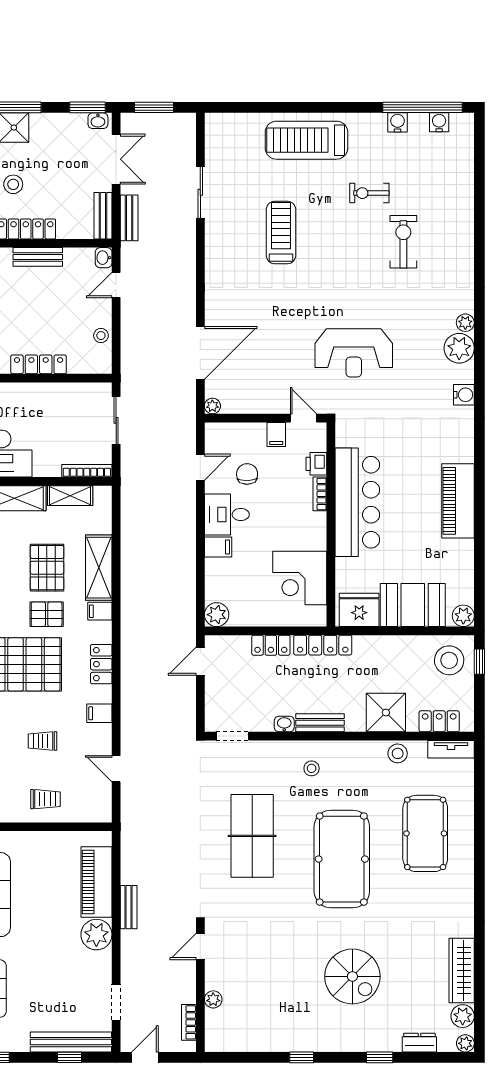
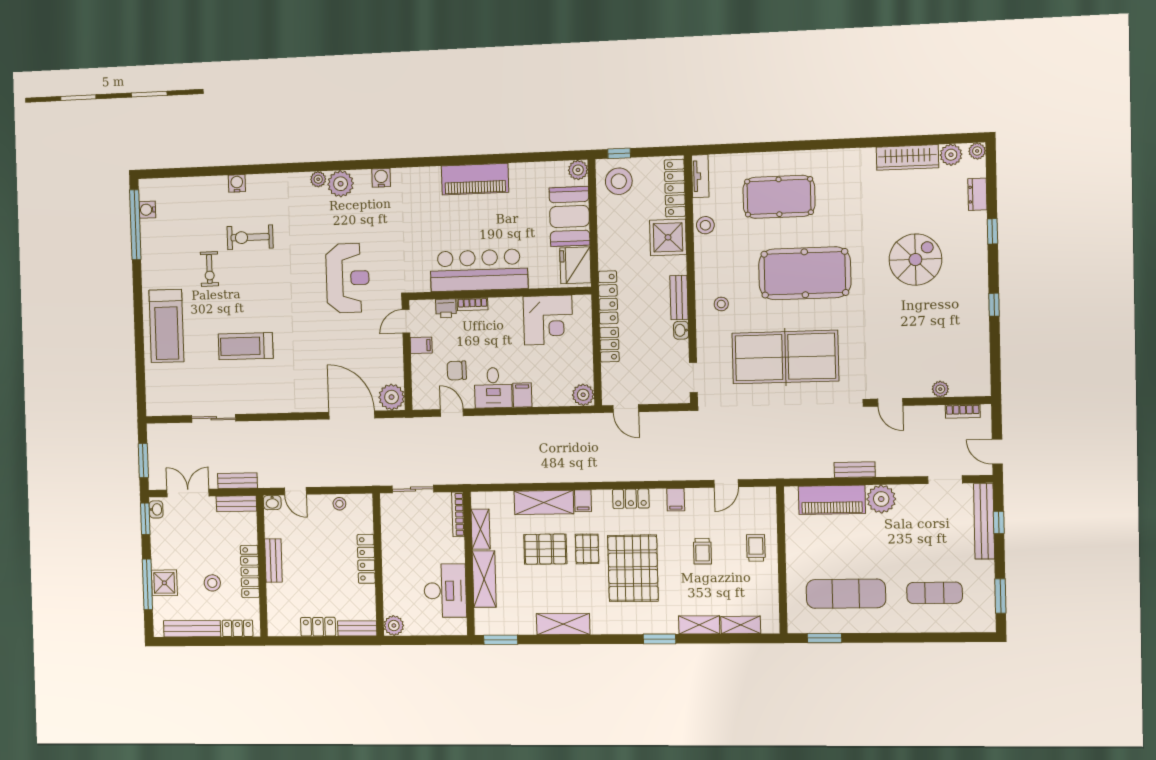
water cooler: (398, 122) -> (237, 183), moved, turned 90
plant: (212, 406) -> (392, 397), width x1.88, depth x1.88
locker: (439, 721) -> (675, 188), width x1.53
table tennis table: (252, 836) -> (785, 357), width x1.36, depth x1.32

